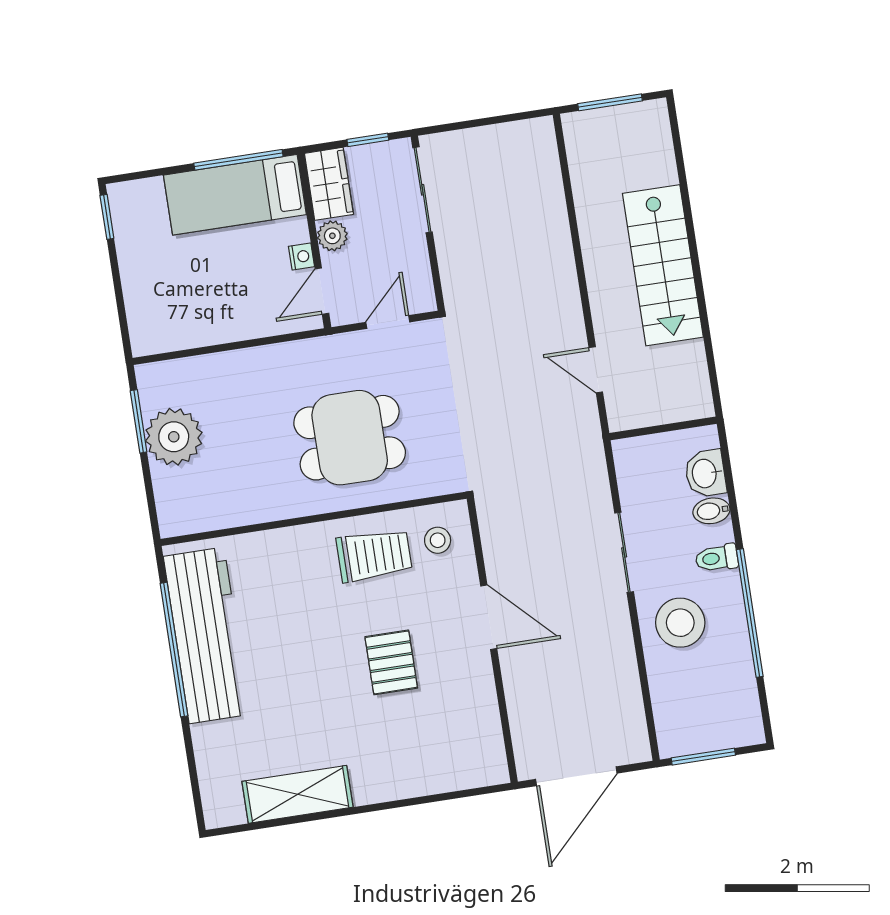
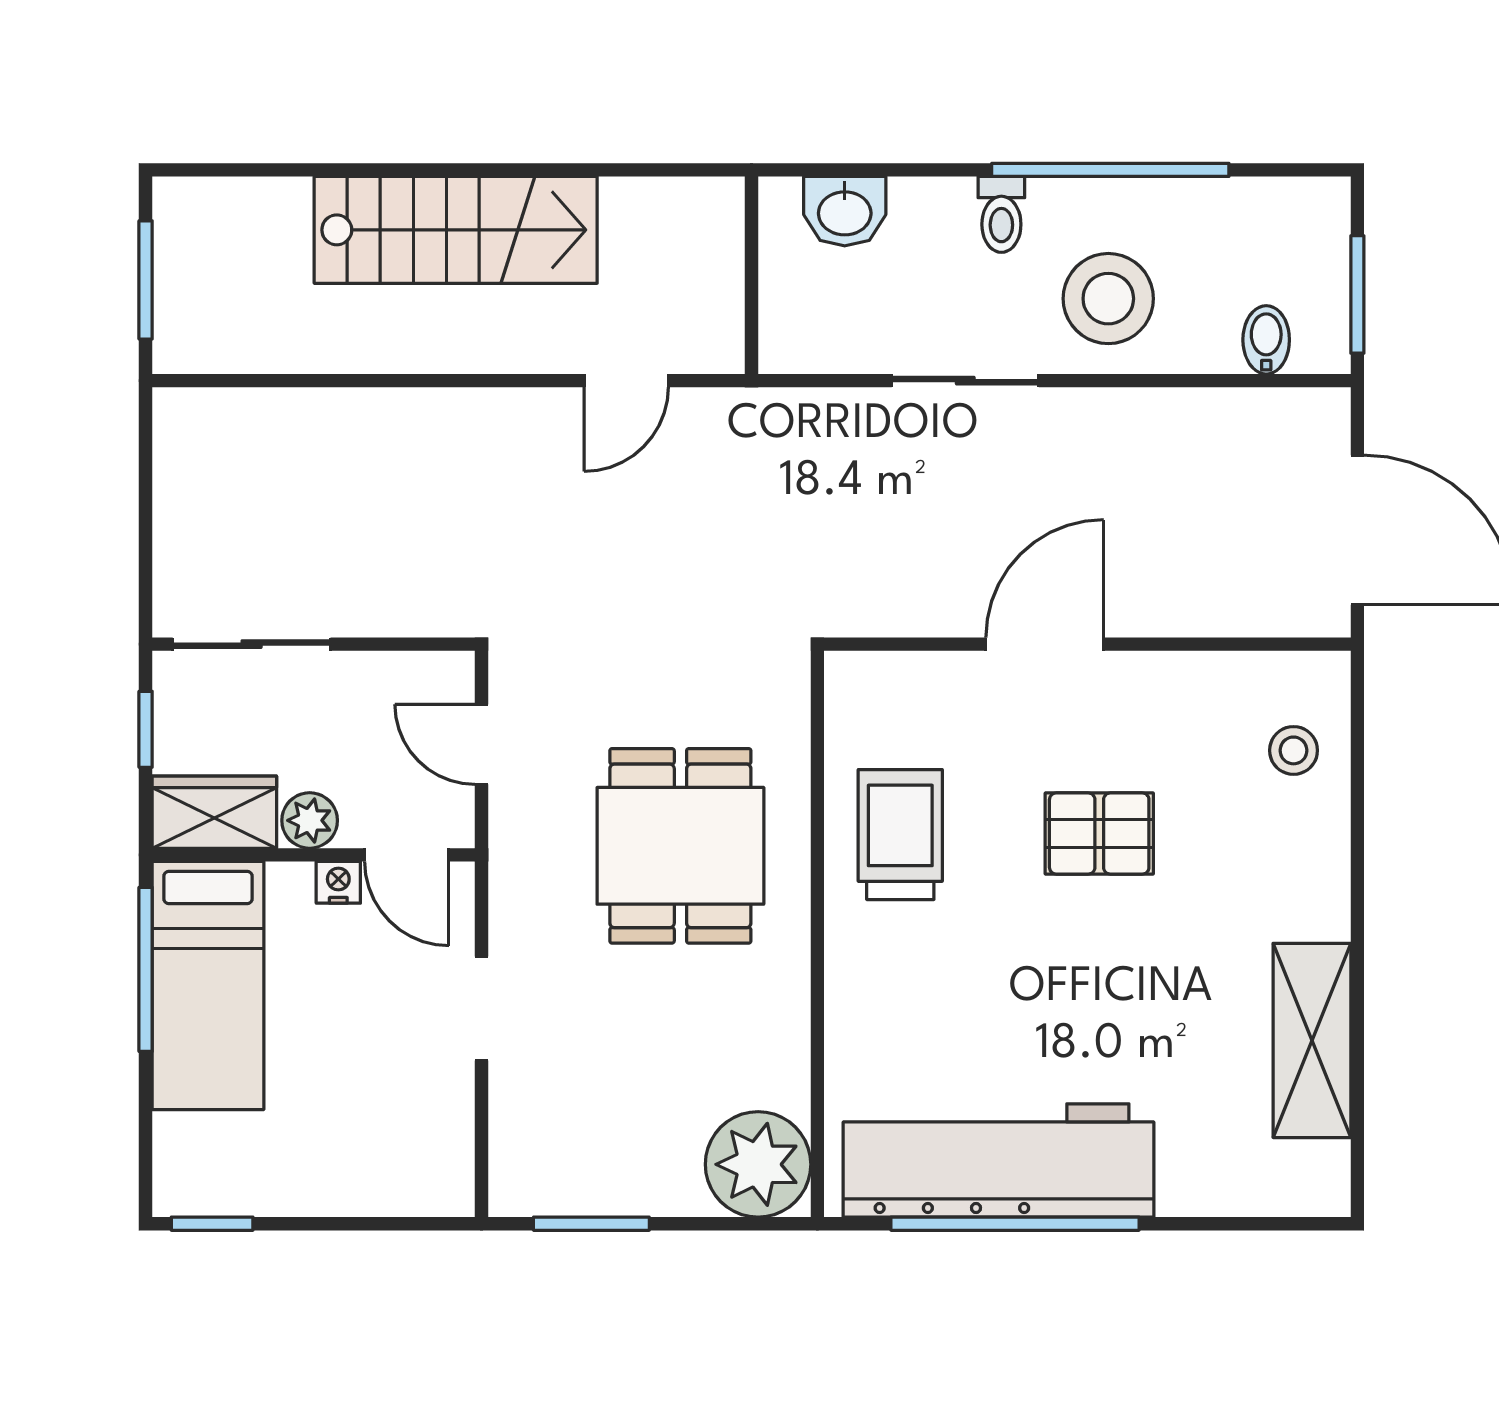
doorway: (245, 344) -> (481, 1008), added
plant: (174, 437) -> (758, 1164), moved
bidet: (711, 511) -> (1266, 340), moved, turned 180
stool: (438, 540) -> (1294, 750), moved

